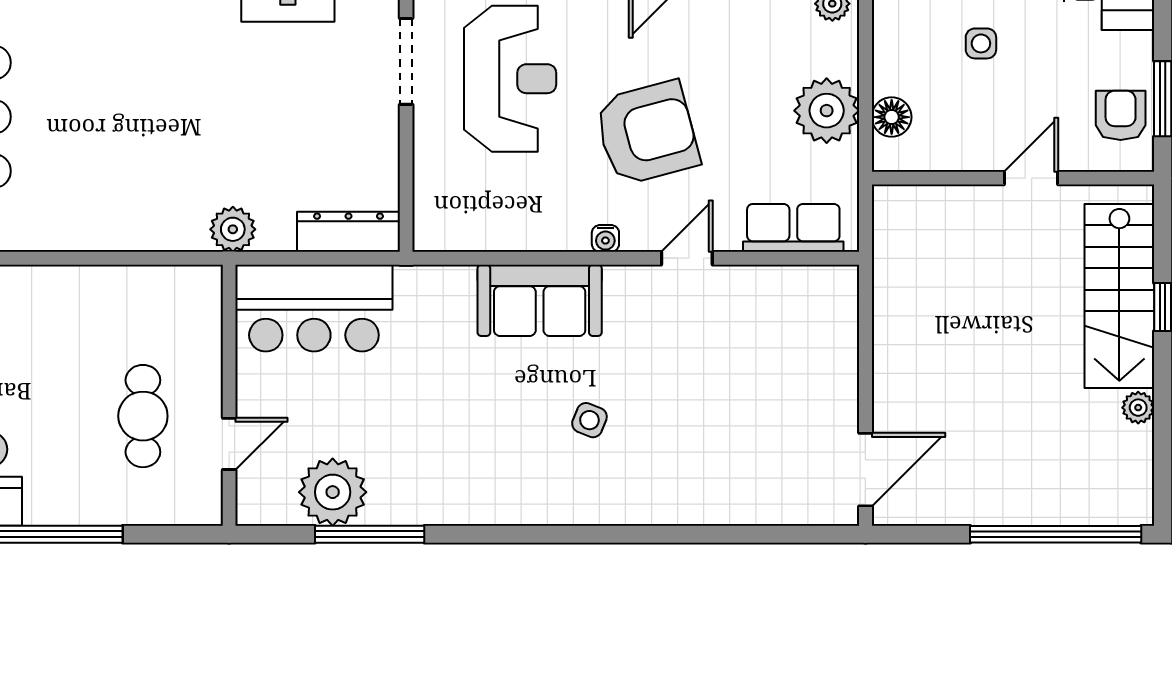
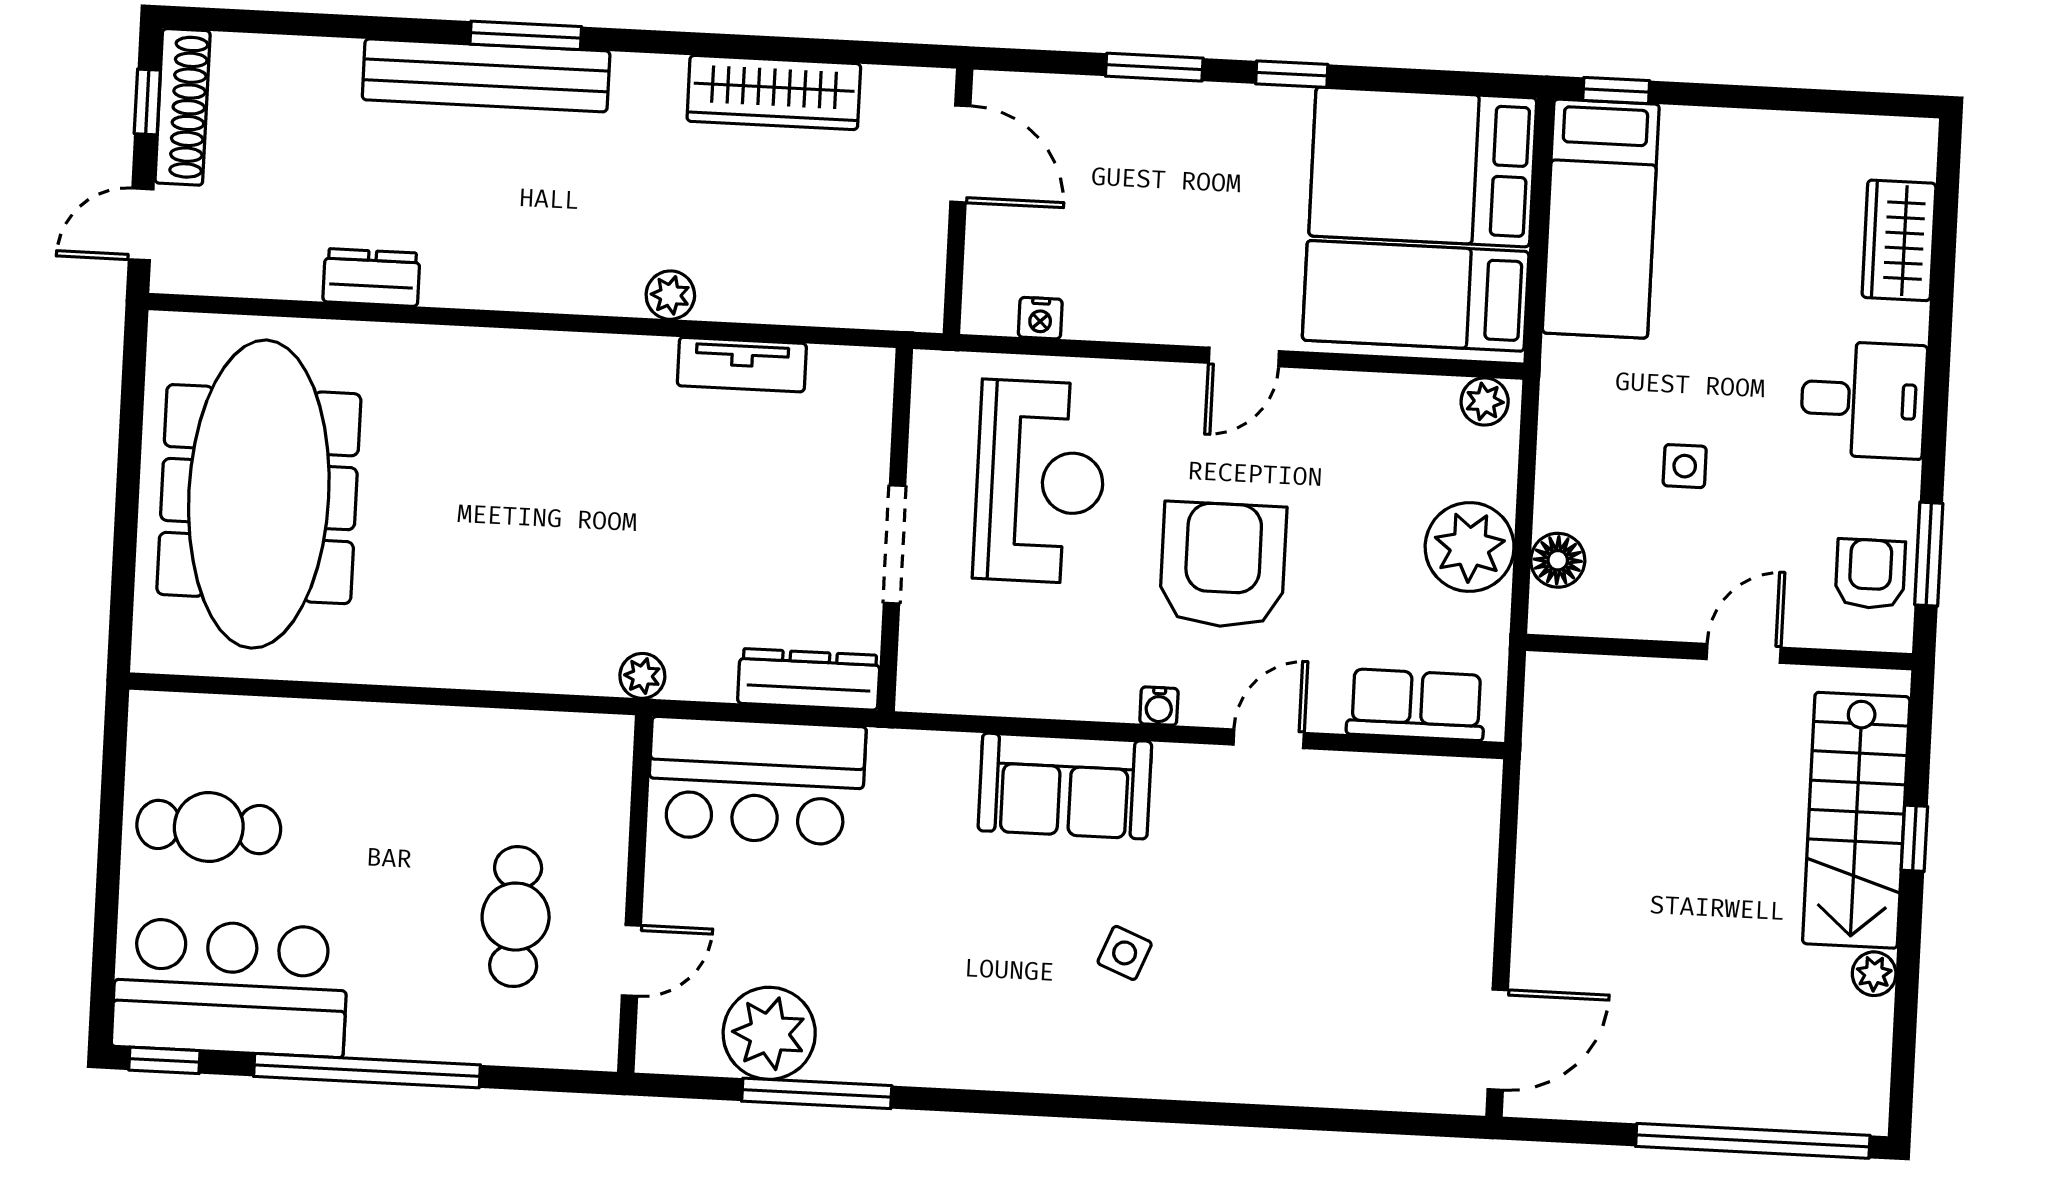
doorway: (406, 61) -> (895, 544), moved
armchair: (647, 133) -> (1223, 565), turned -75
plant: (233, 229) -> (642, 676), width x0.73, depth x0.73

